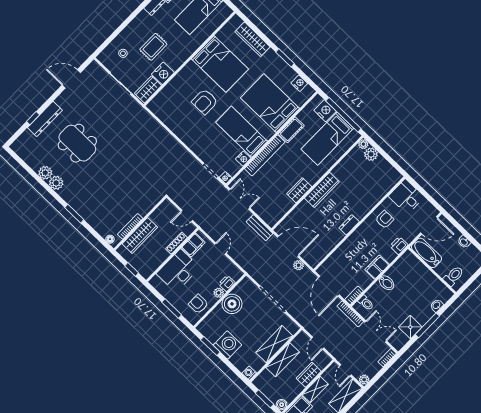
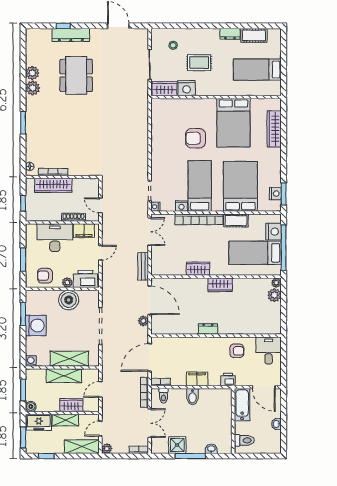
window: (285, 58) -> (284, 194), moved
wardrobe: (322, 190) -> (220, 285), width x0.67
printer: (227, 283) -> (85, 279), width x1.87, depth x1.48
armchair: (198, 304) -> (45, 276), turned -90

